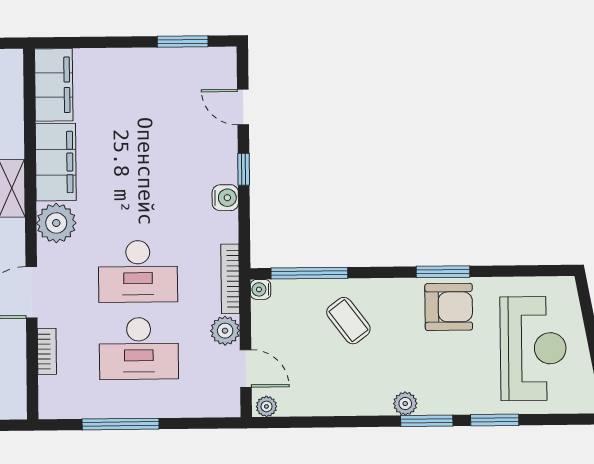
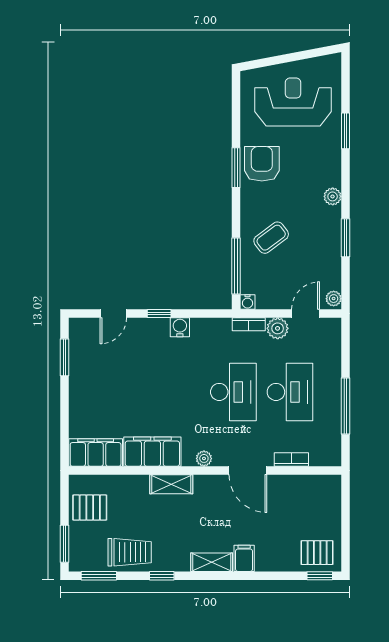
plant: (56, 223) -> (204, 458), width x0.53, depth x0.53
bookcase: (230, 279) -> (249, 324), width x0.64
window: (427, 421) -> (345, 238), moved

